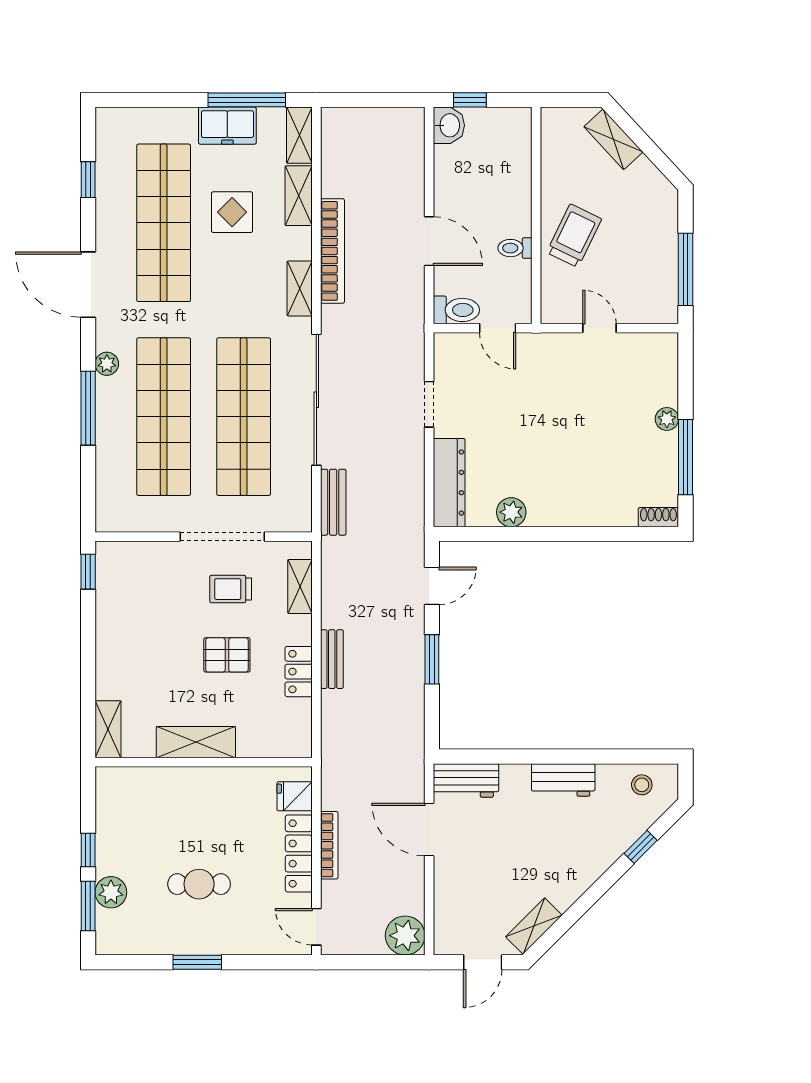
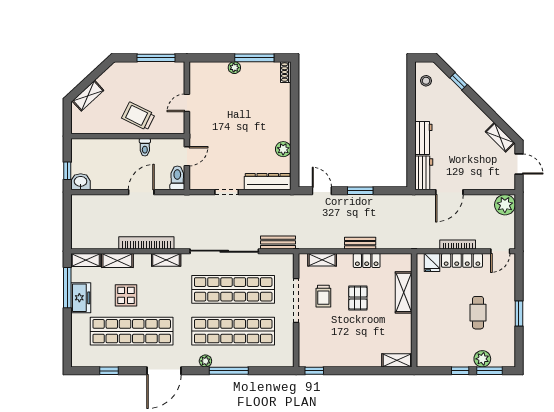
shelving: (196, 742) -> (404, 292), moved
workbench: (563, 780) -> (423, 138), moved

